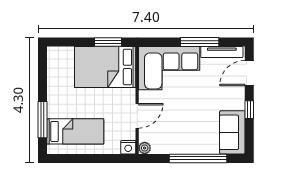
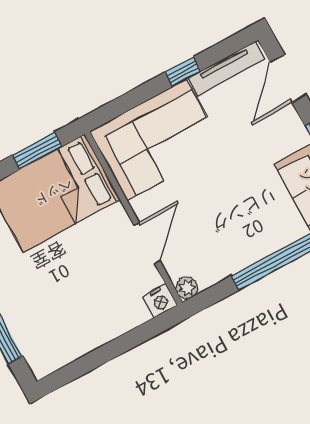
window: (200, 42) -> (183, 72), width x0.46
bed: (75, 131) -> (62, 322), removed

